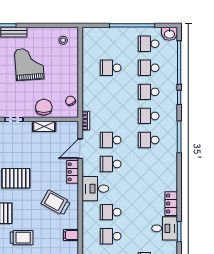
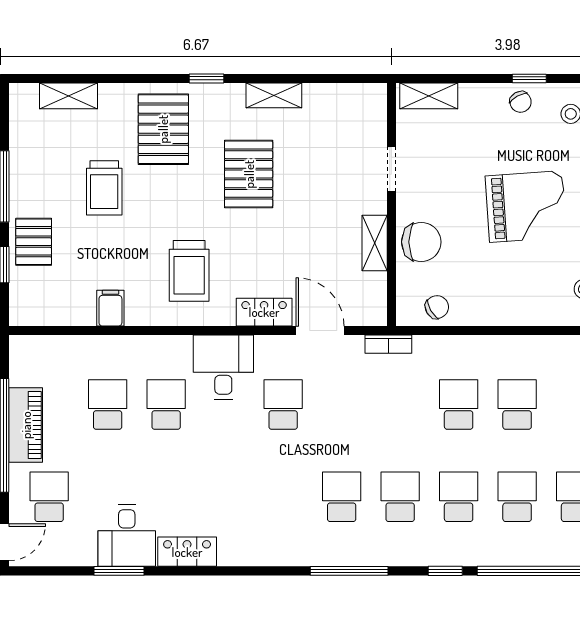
school desk: (111, 140) -> (459, 405), moved
trolley: (56, 203) -> (189, 271), turned 151

